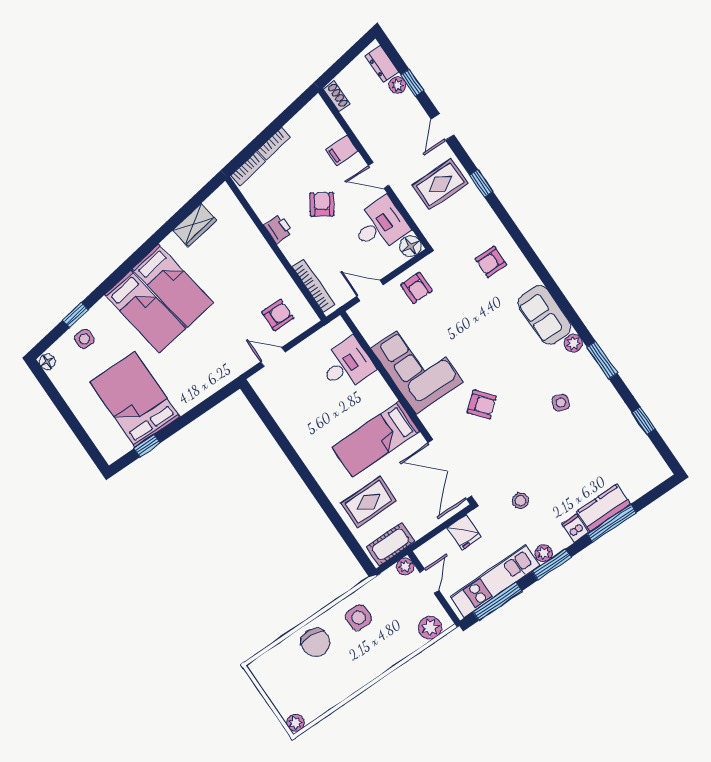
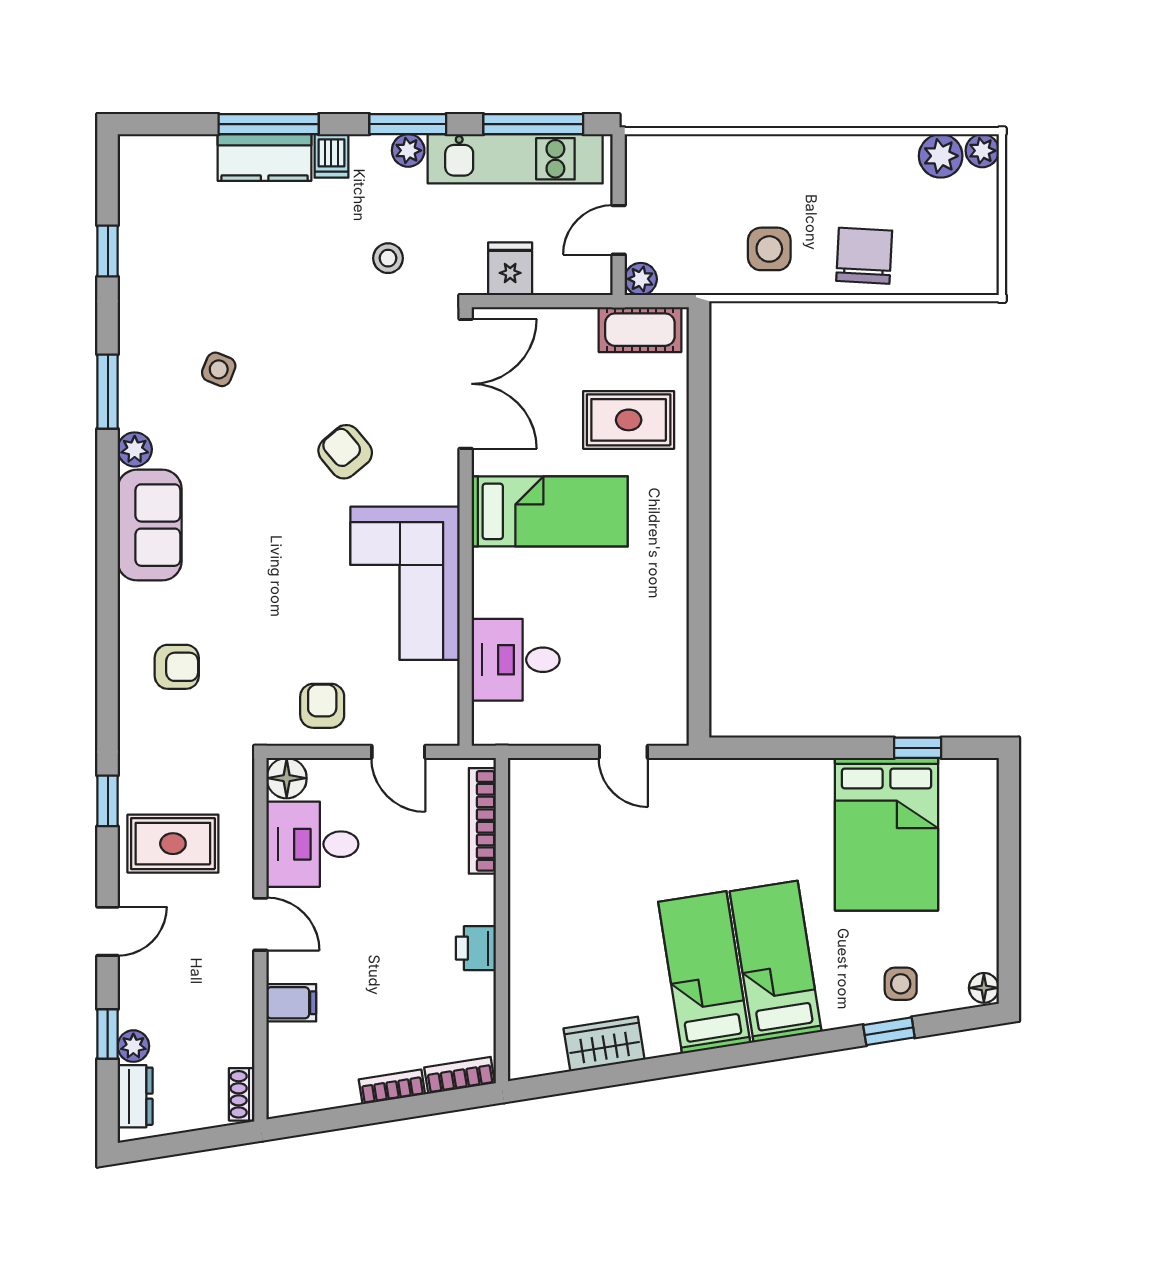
armchair: (322, 204) -> (381, 940), removed
armchair: (278, 315) -> (570, 813), removed
plant: (430, 628) -> (941, 156), moved

